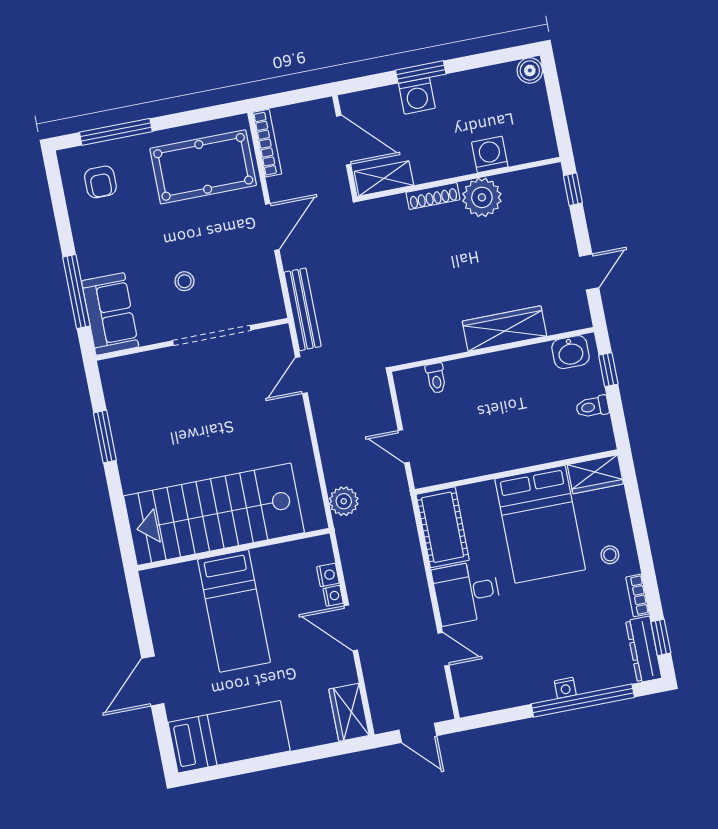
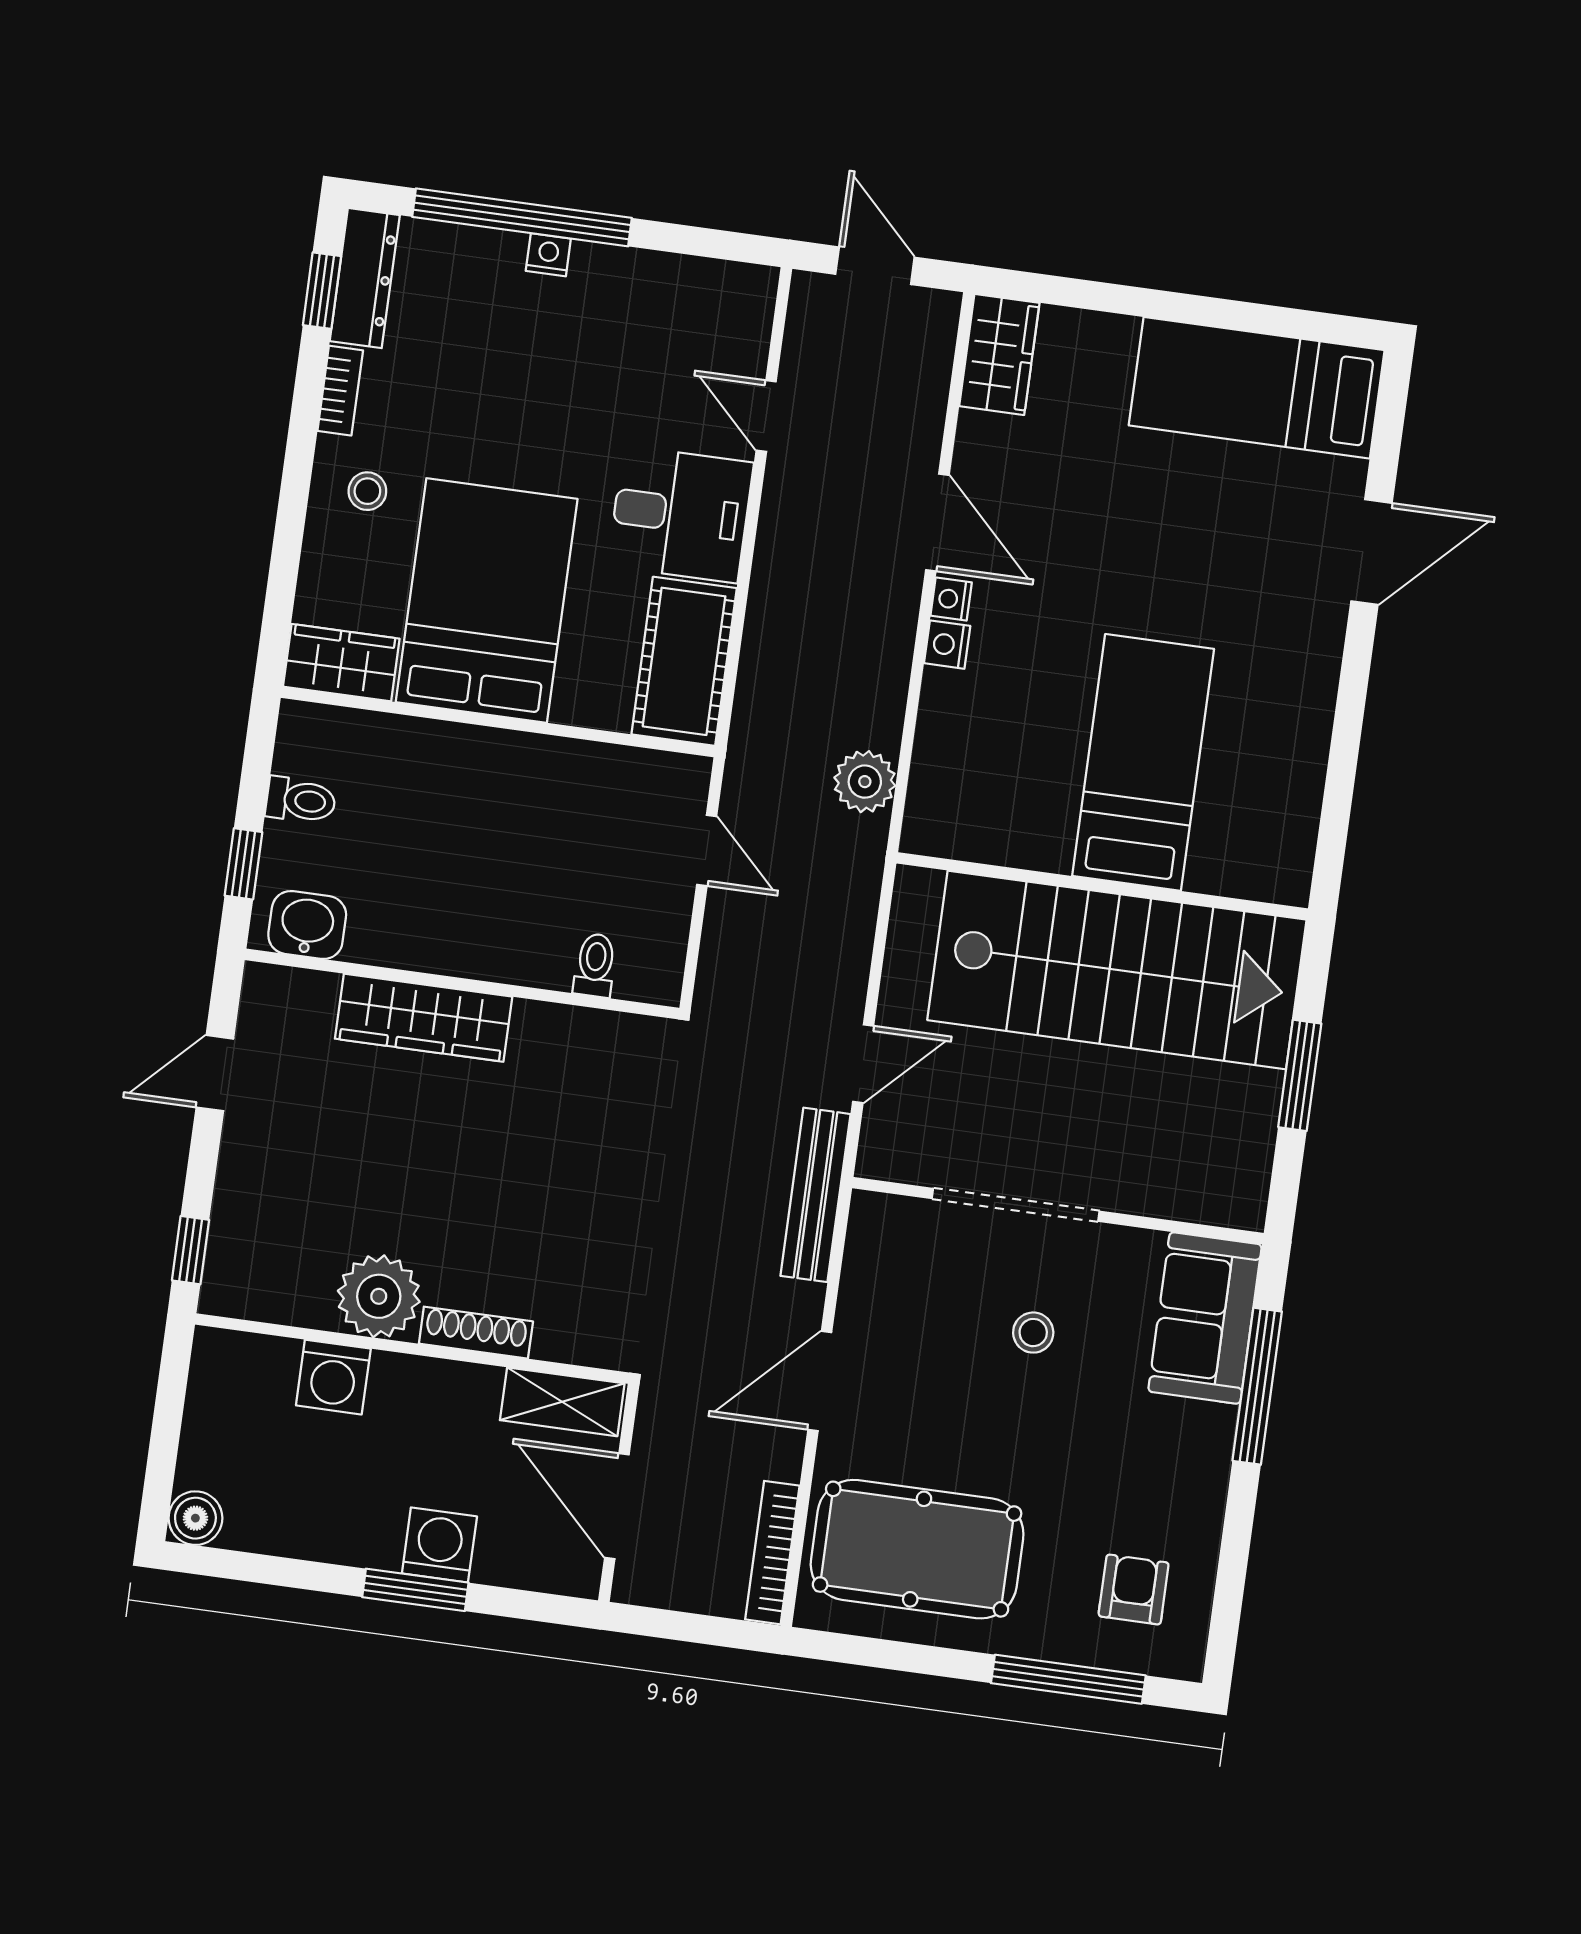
stairs: (214, 514) -> (1117, 970), moved
wall: (233, 549) -> (1102, 886), moved
bed: (234, 611) -> (1143, 762), moved

